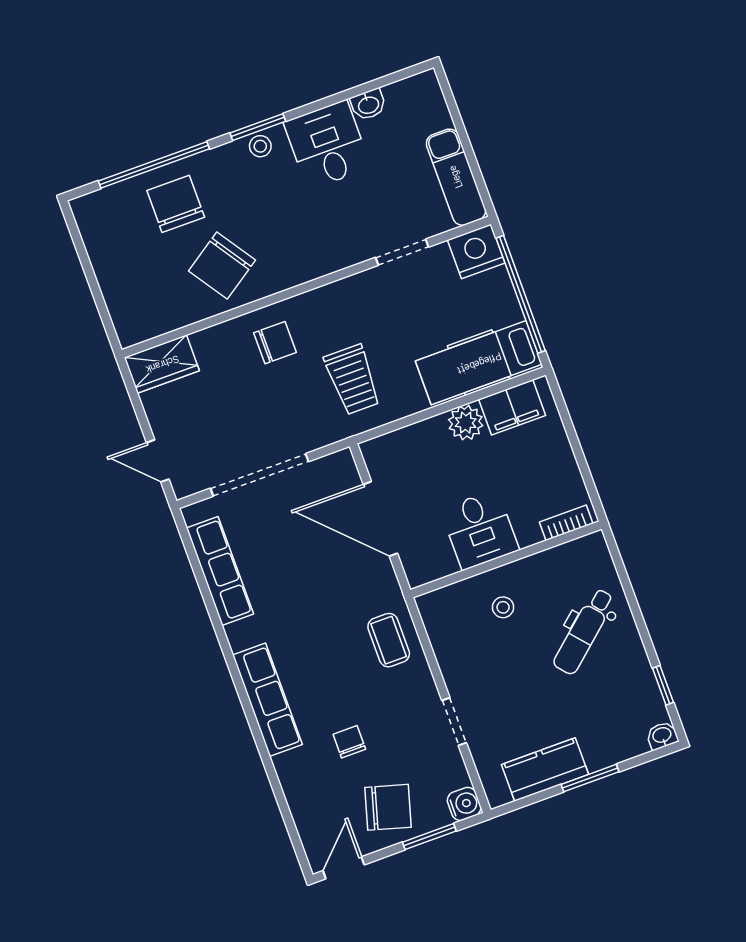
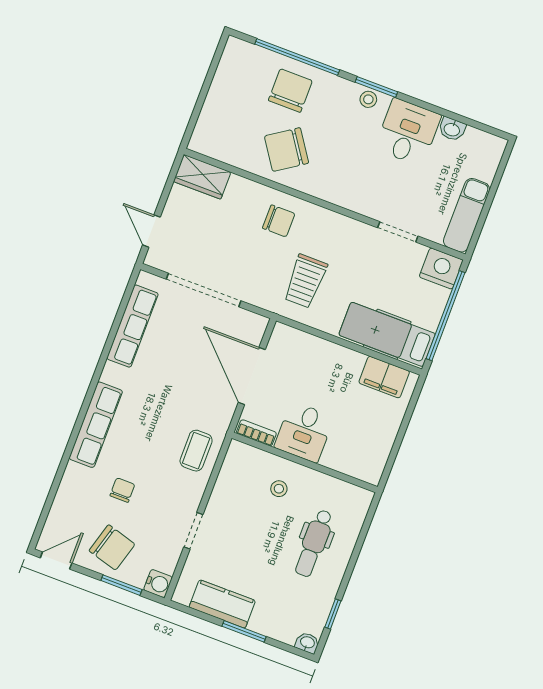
plant: (466, 423) -> (350, 363), removed
bookcase: (566, 523) -> (256, 433), moved
dental chair: (584, 631) -> (314, 543), turned -49

